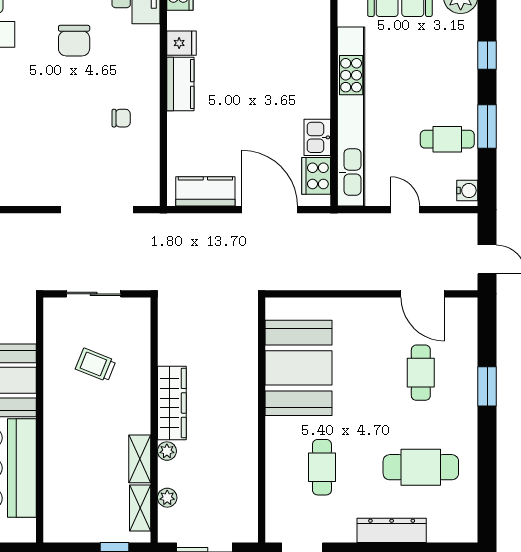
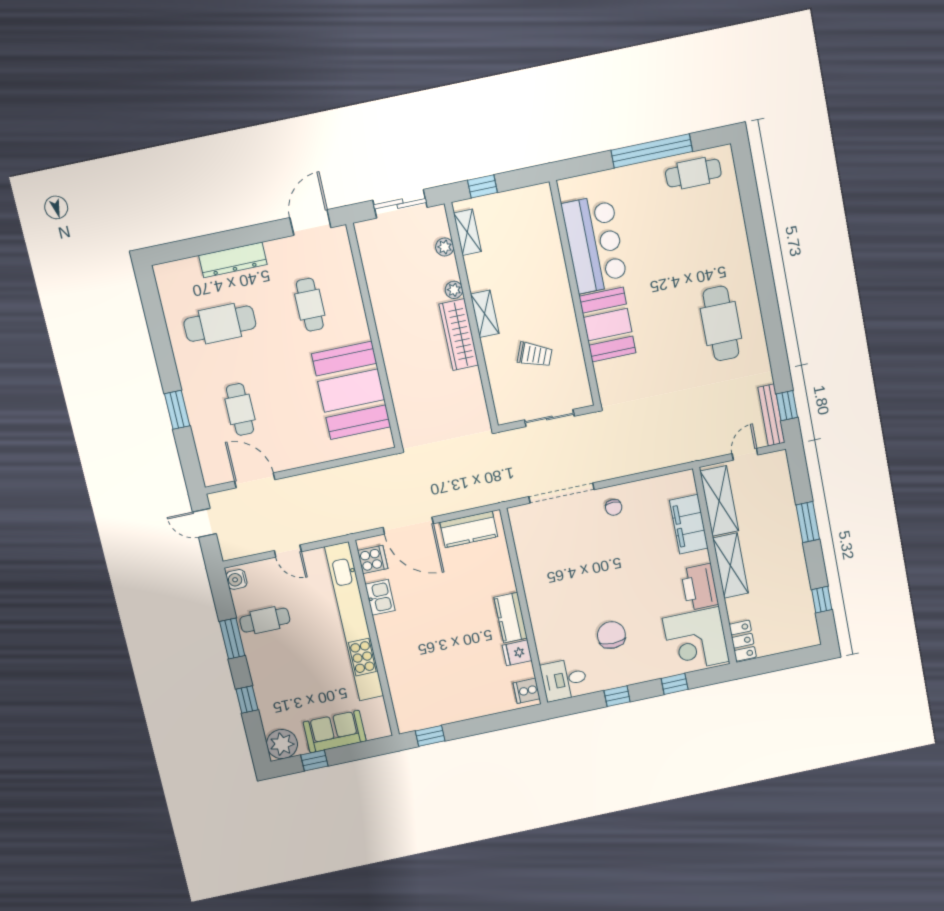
chair: (121, 118) -> (614, 507), moved, turned -90
cooker: (316, 176) -> (373, 559), width x0.73
shelving: (140, 459) -> (485, 314), moved

